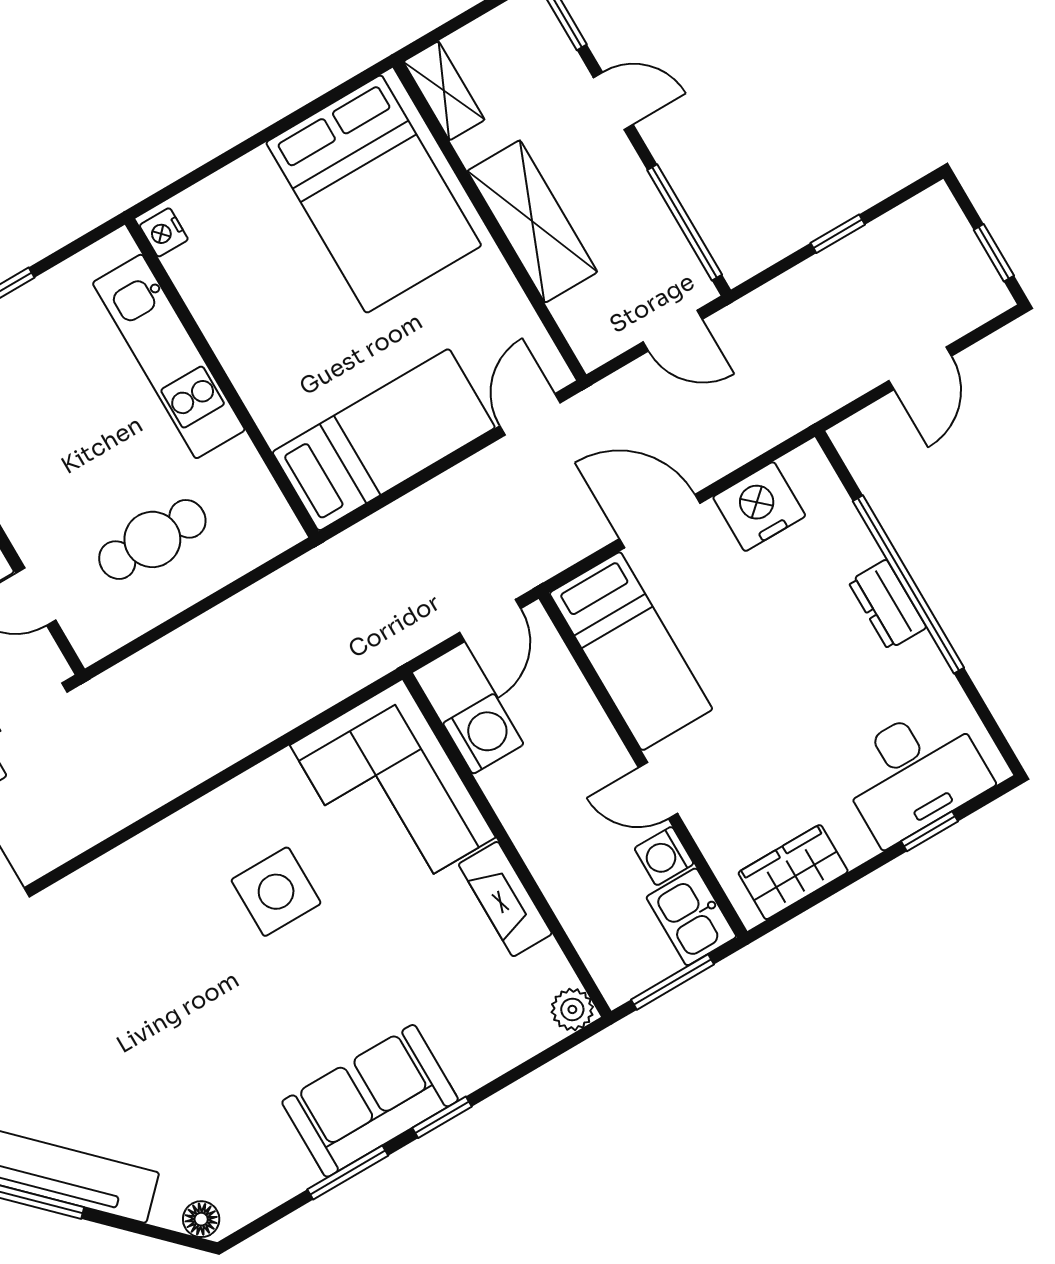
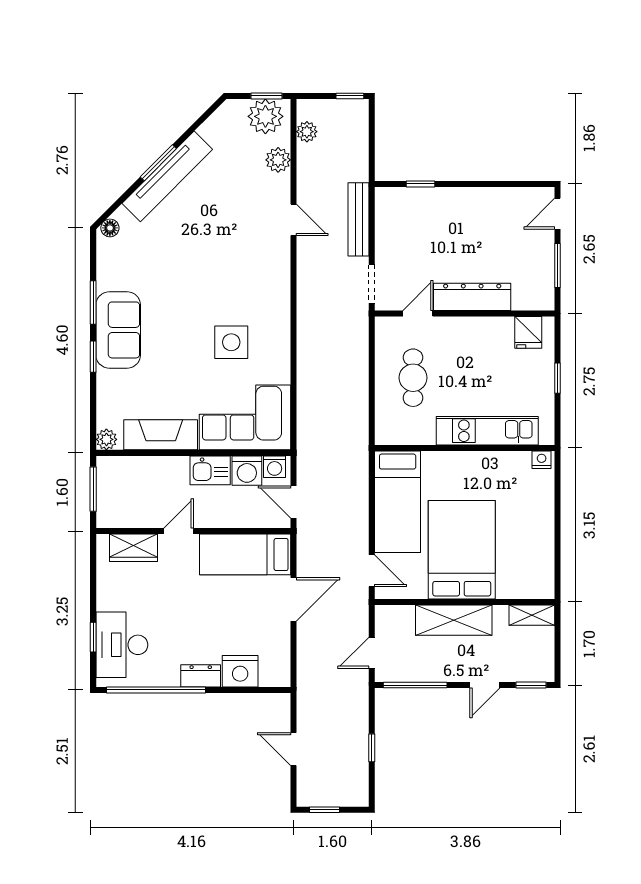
bed: (374, 194) -> (462, 550), moved, turned 90
nightstand: (759, 507) -> (240, 671), moved, turned 90
window: (908, 584) -> (156, 690), moved
washing machine: (664, 856) -> (275, 467), moved, turned 180
wardrobe: (793, 872) -> (134, 548), moved, turned 90
fireplace: (505, 899) -> (161, 435), width x1.37, depth x1.32
kitchen sink: (691, 917) -> (210, 470), moved, turned 180

